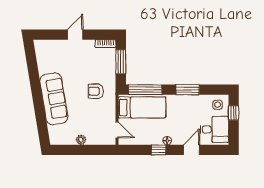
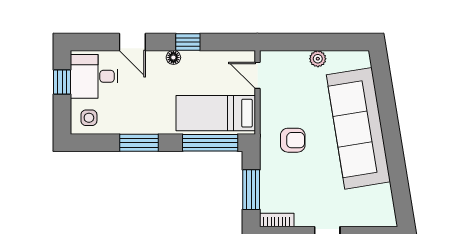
sofa: (54, 99) -> (358, 128), width x1.36, depth x1.27
window: (234, 113) -> (62, 82), moved
door: (192, 150) -> (132, 42), hinge flipped

